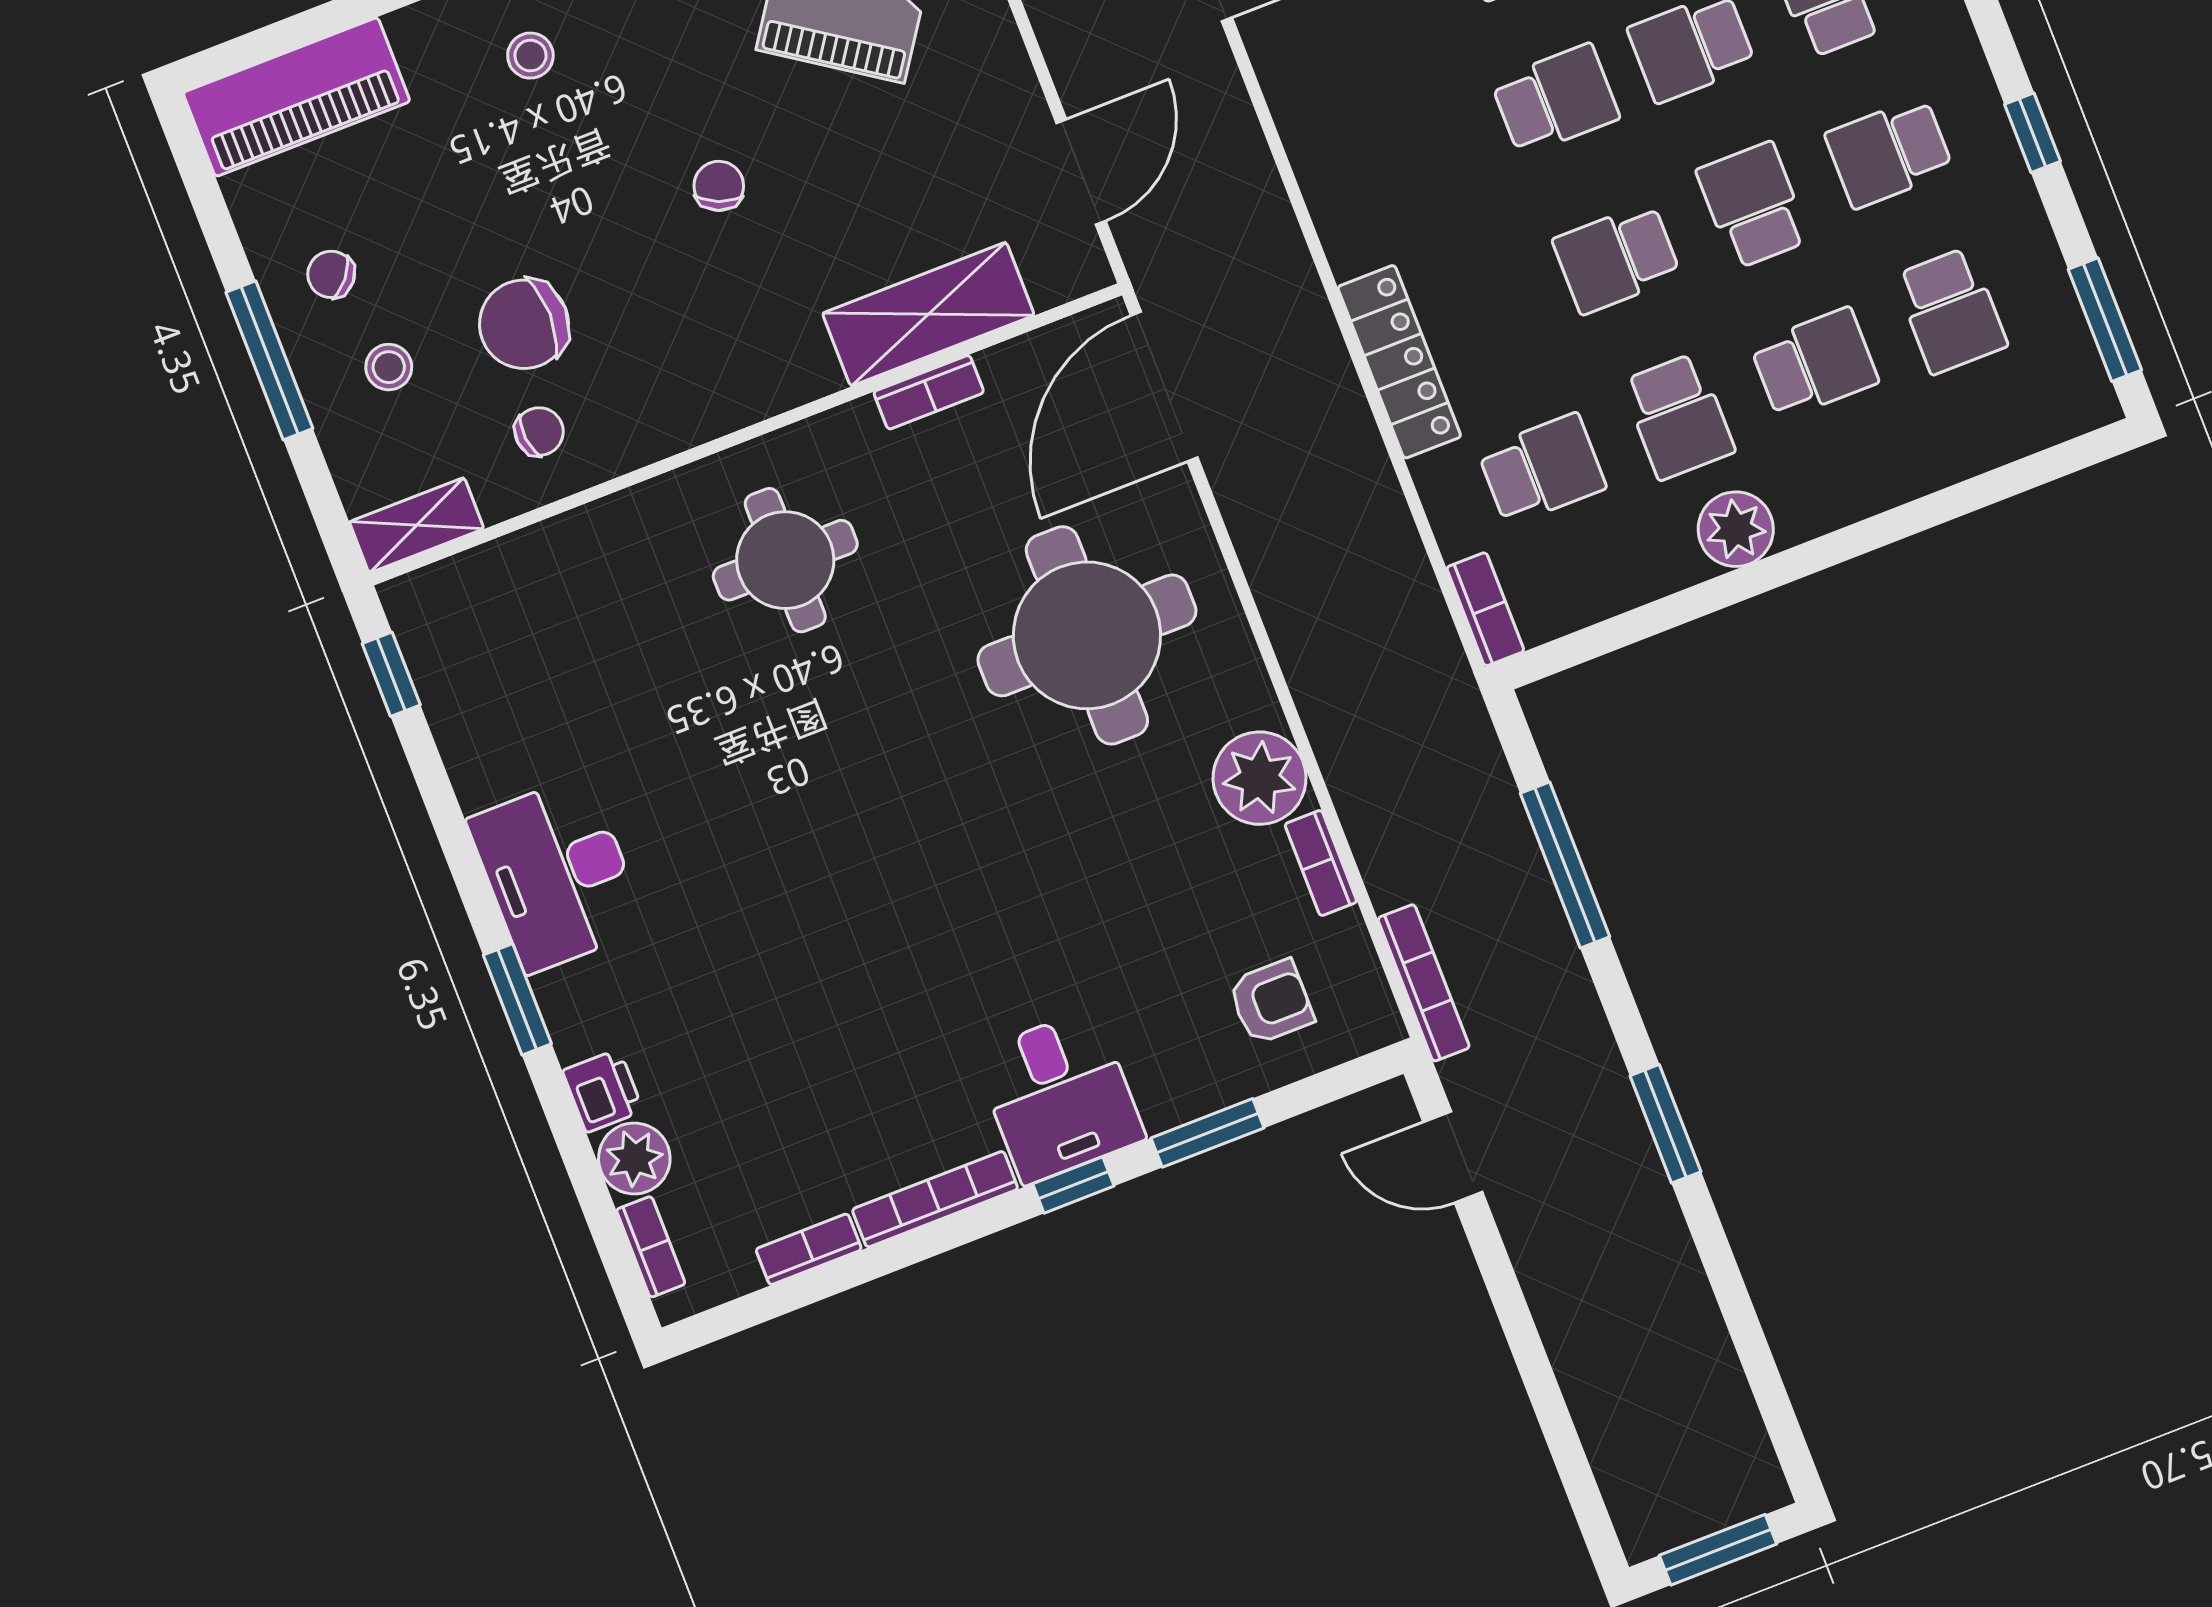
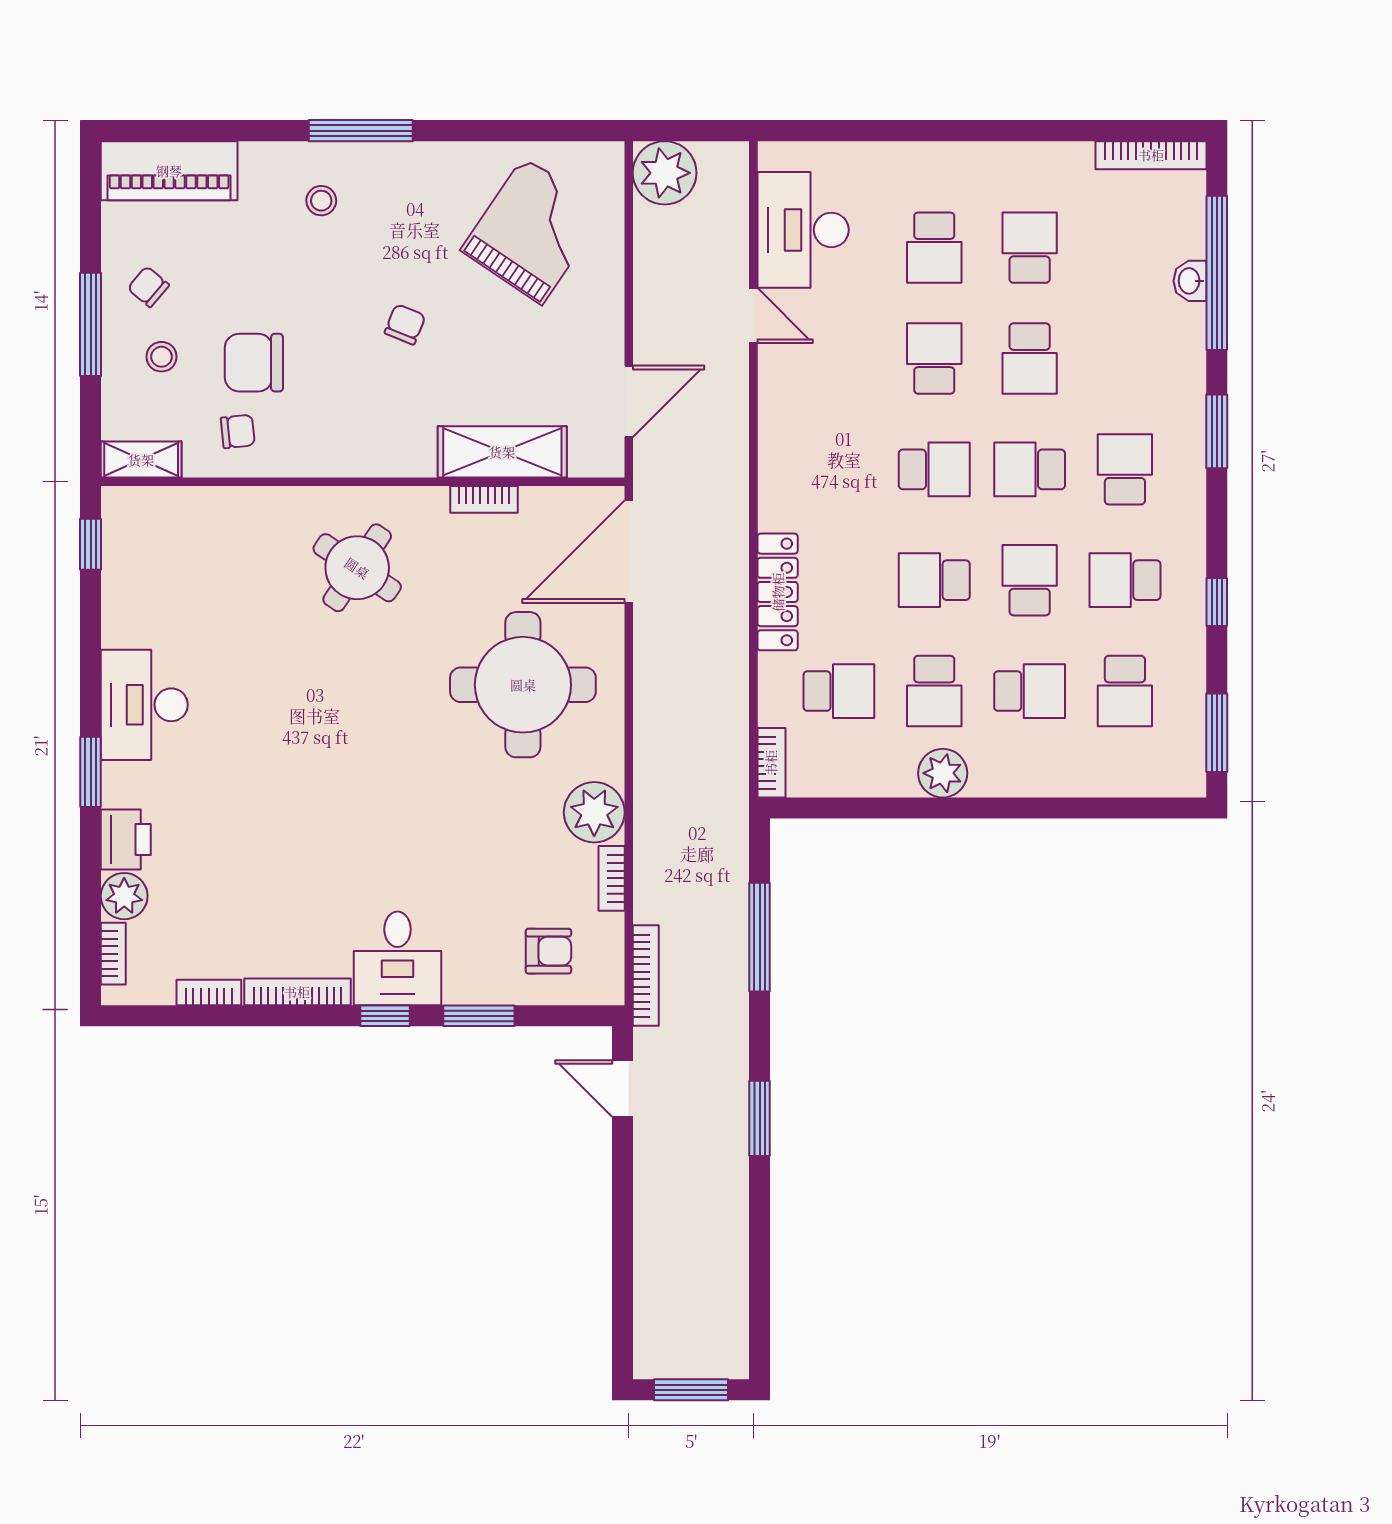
round table: (785, 560) -> (357, 568), turned 34
printer: (603, 1091) -> (126, 839), width x1.36, depth x1.24

